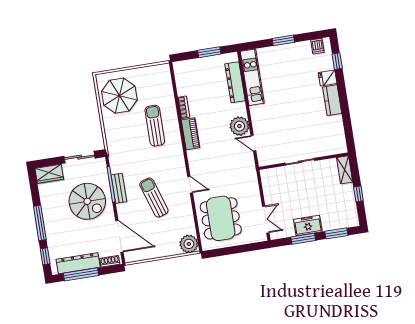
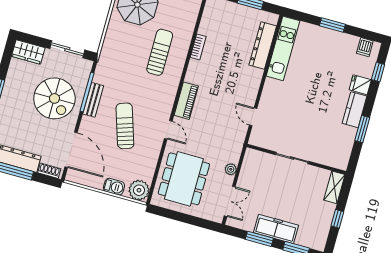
window: (345, 113) -> (362, 129), added
plant: (239, 126) -> (231, 169), moved, width x0.53, depth x0.53
piano: (191, 134) -> (186, 101), moved
freezer: (308, 225) -> (276, 229), width x1.40
barbecue: (167, 250) -> (114, 187), added

